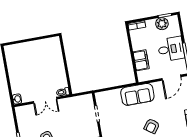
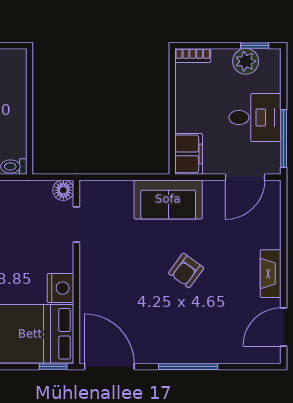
filing cabinet: (141, 60) -> (189, 154), moved
floor lamp: (88, 99) -> (63, 190), added

